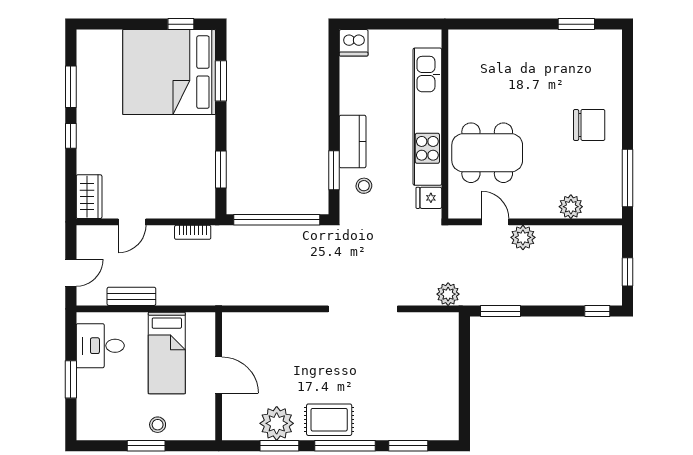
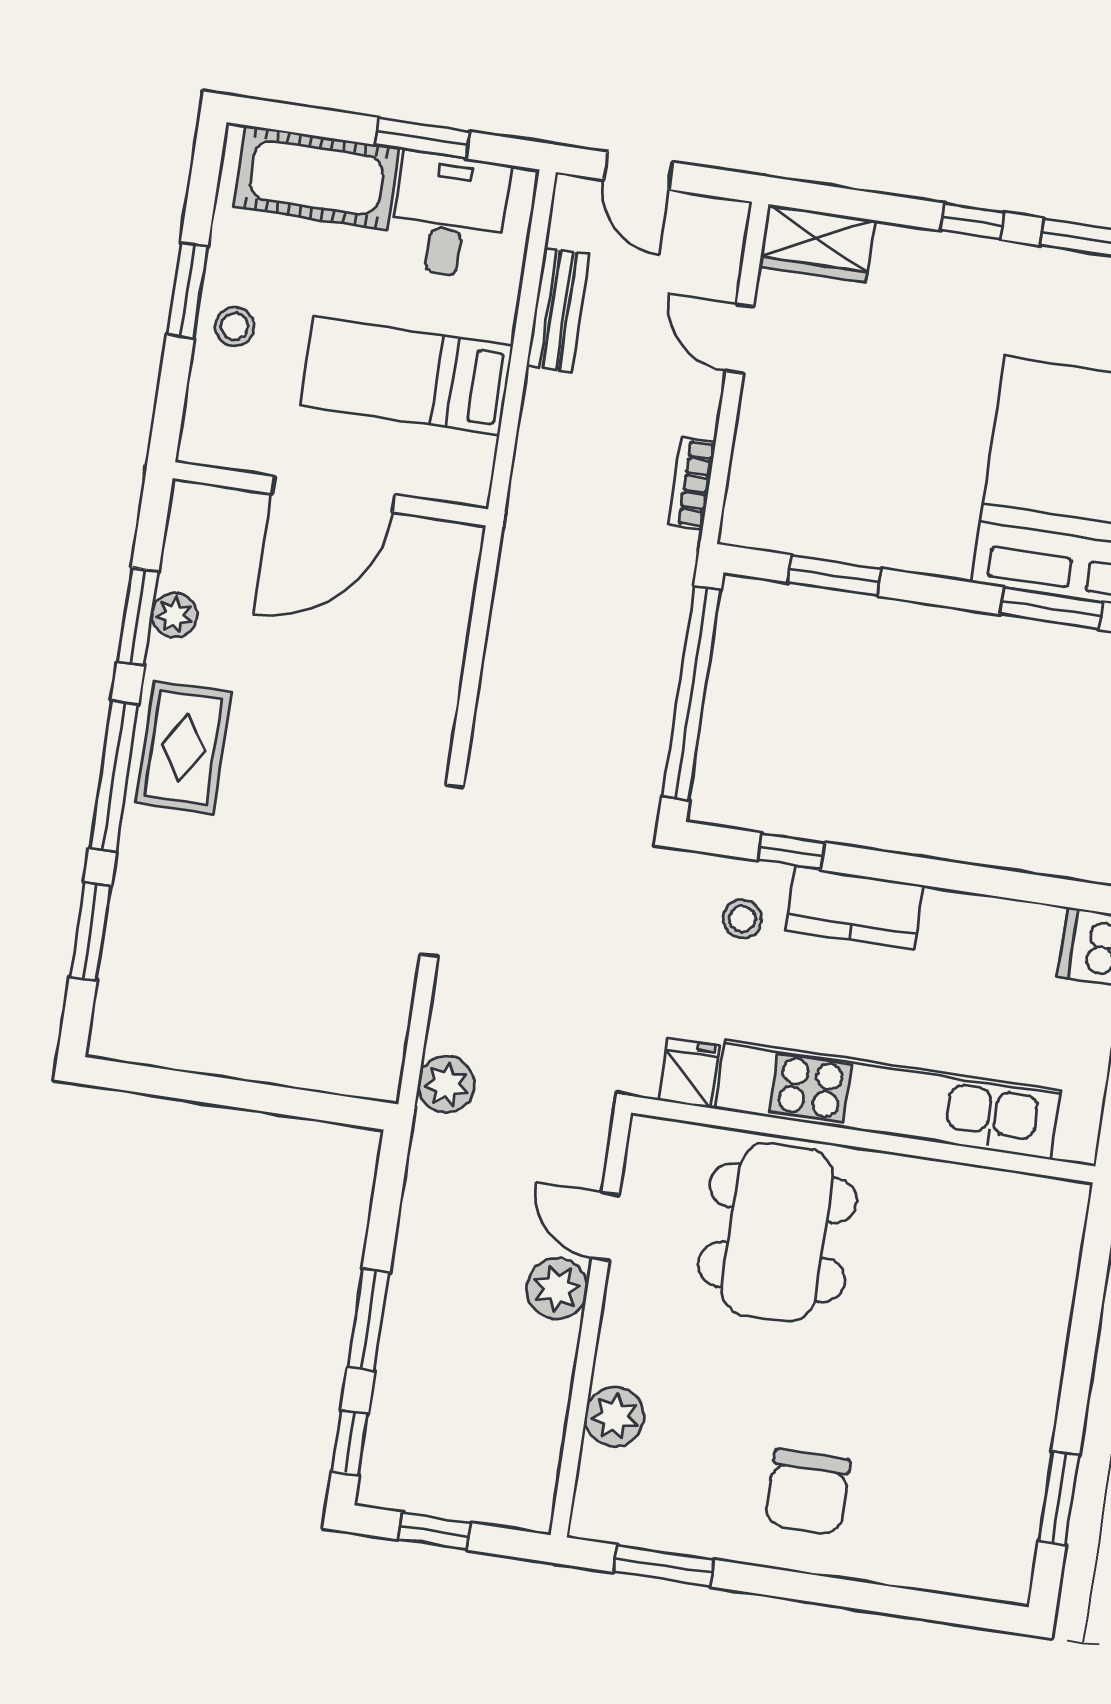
window: (334, 170) -> (791, 851), width x0.67
window: (627, 178) -> (664, 1566), width x0.69
door: (495, 222) -> (605, 1226), swing flipped
window: (500, 311) -> (369, 1320), moved
door: (219, 375) -> (333, 494), width x1.36
window: (71, 379) -> (422, 138), moved
cot: (93, 401) -> (316, 178), added
plant: (277, 423) -> (174, 615), width x0.53, depth x0.53

